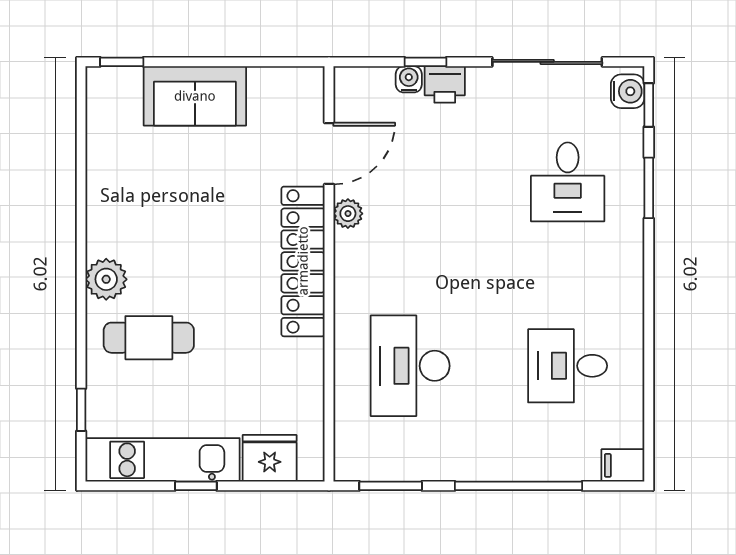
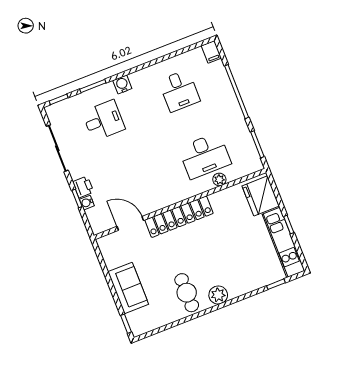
water cooler: (628, 91) -> (122, 85), moved
plant: (348, 214) -> (219, 179), moved
cafe table: (149, 338) -> (187, 293), moved
fridge: (270, 458) -> (261, 196), width x1.36, depth x1.34

